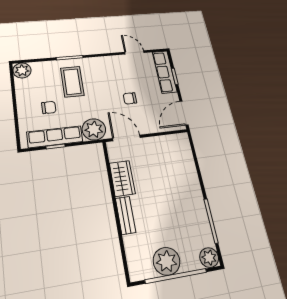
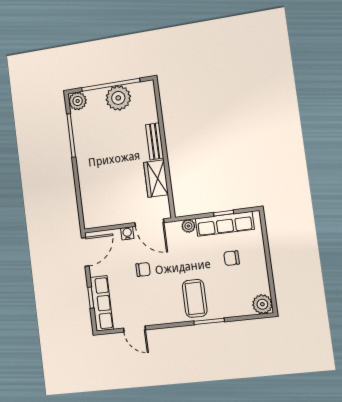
coffee table: (72, 82) -> (195, 298), moved
plant: (94, 129) -> (188, 226), width x0.53, depth x0.53
water cooler: (147, 129) -> (127, 233), added

